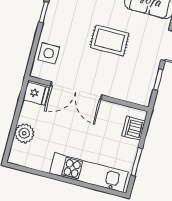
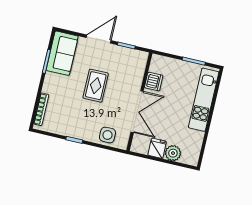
fridge: (36, 94) -> (157, 148), moved
dishwasher: (134, 128) -> (154, 82), moved, turned -90

